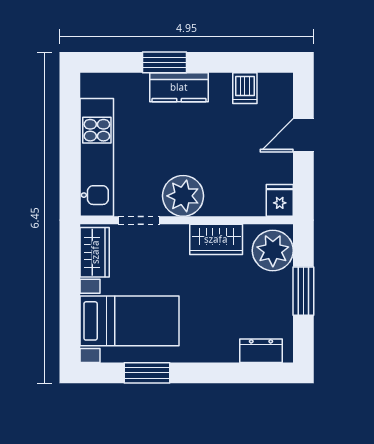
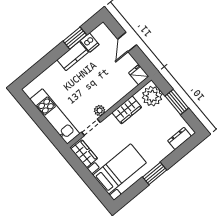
window: (165, 62) -> (75, 38), moved
kitchen counter: (179, 87) -> (73, 56), moved
plant: (183, 196) -> (100, 111), width x0.53, depth x0.53
window: (147, 373) -> (155, 174), moved

